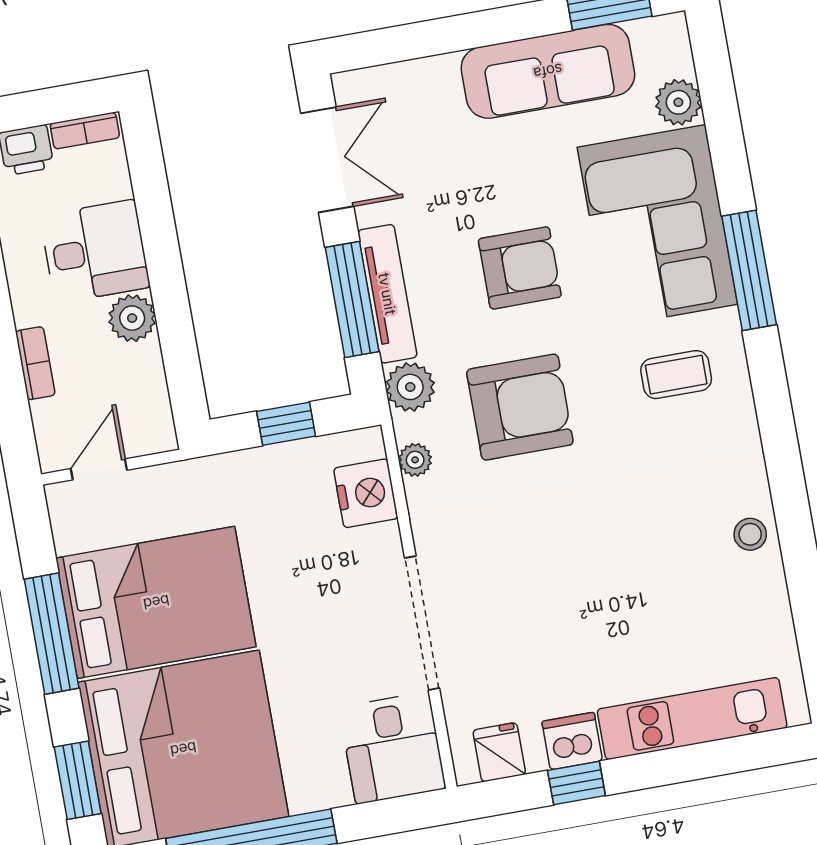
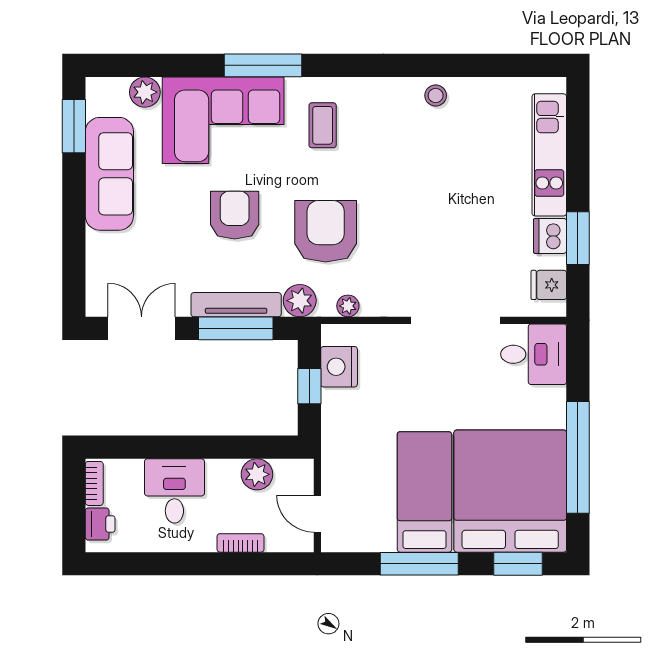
plant: (132, 318) -> (257, 474), moved
nightstand: (366, 493) -> (339, 367), moved, turned -90
bed: (156, 602) -> (424, 492), width x0.67
window: (576, 783) -> (578, 238), width x1.50

